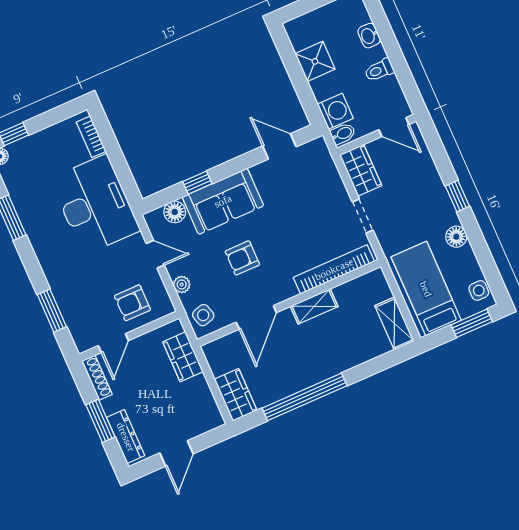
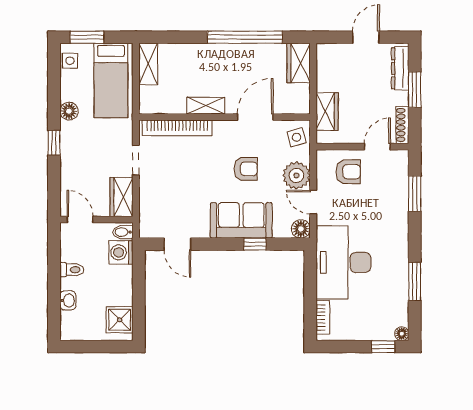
shower: (315, 61) -> (120, 320), moved
floor lamp: (175, 212) -> (301, 229), moved
plant: (182, 285) -> (296, 175), width x1.87, depth x1.87

